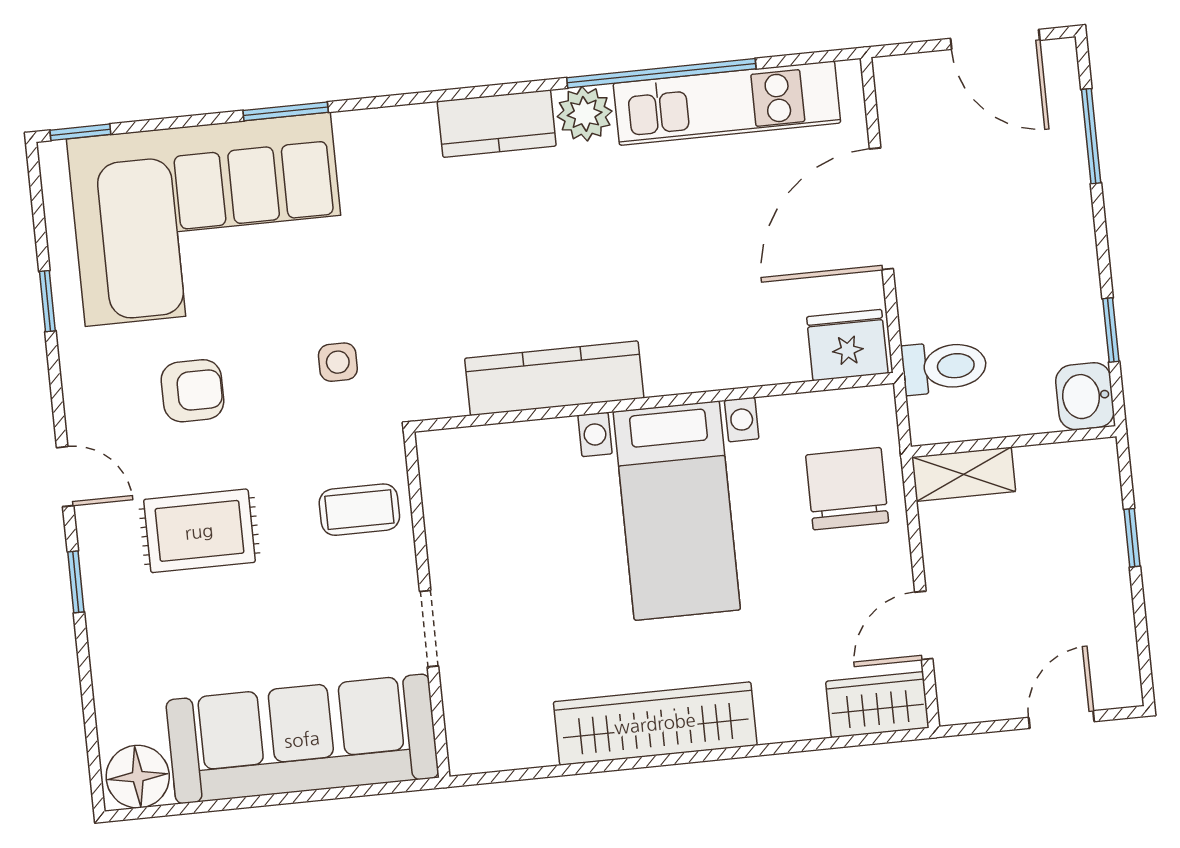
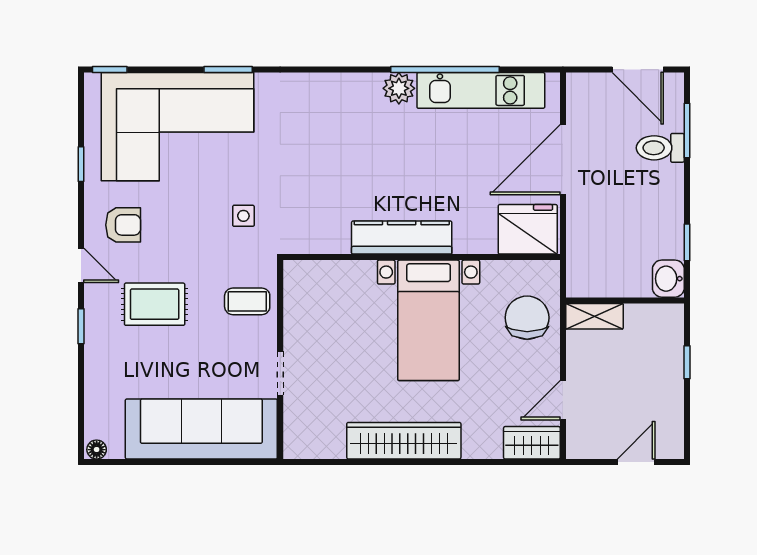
kitchen counter: (497, 124) -> (348, 89), removed
fridge: (847, 345) -> (528, 229), width x1.36, depth x1.34
toilet: (944, 367) -> (660, 148), moved, turned 180
kitchen counter: (554, 378) -> (402, 238), moved
armchair: (192, 391) -> (123, 225), moved
floor lamp: (138, 777) -> (97, 450), width x0.53, depth x0.53

